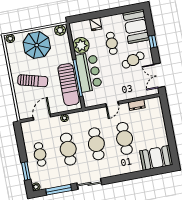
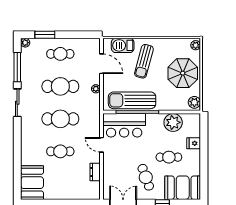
bar counter: (89, 72) -> (124, 125), moved
barbecue: (22, 102) -> (123, 45), added
cafe table: (125, 138) -> (60, 151), width x0.73, depth x0.74

